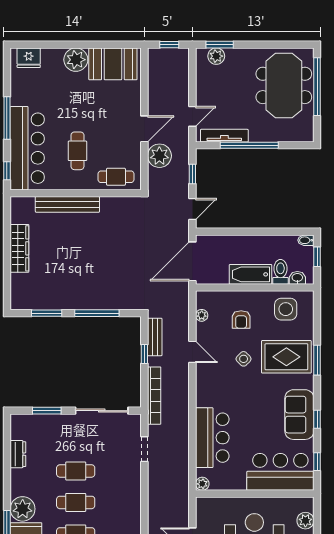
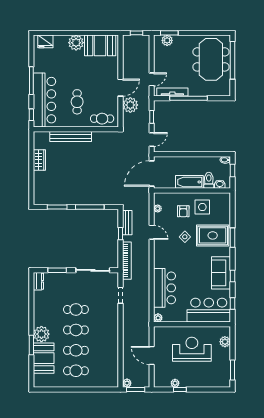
wardrobe: (19, 248) -> (39, 160), width x0.67
side table: (286, 309) -> (202, 207), moved
dresser: (18, 454) -> (38, 281), moved

